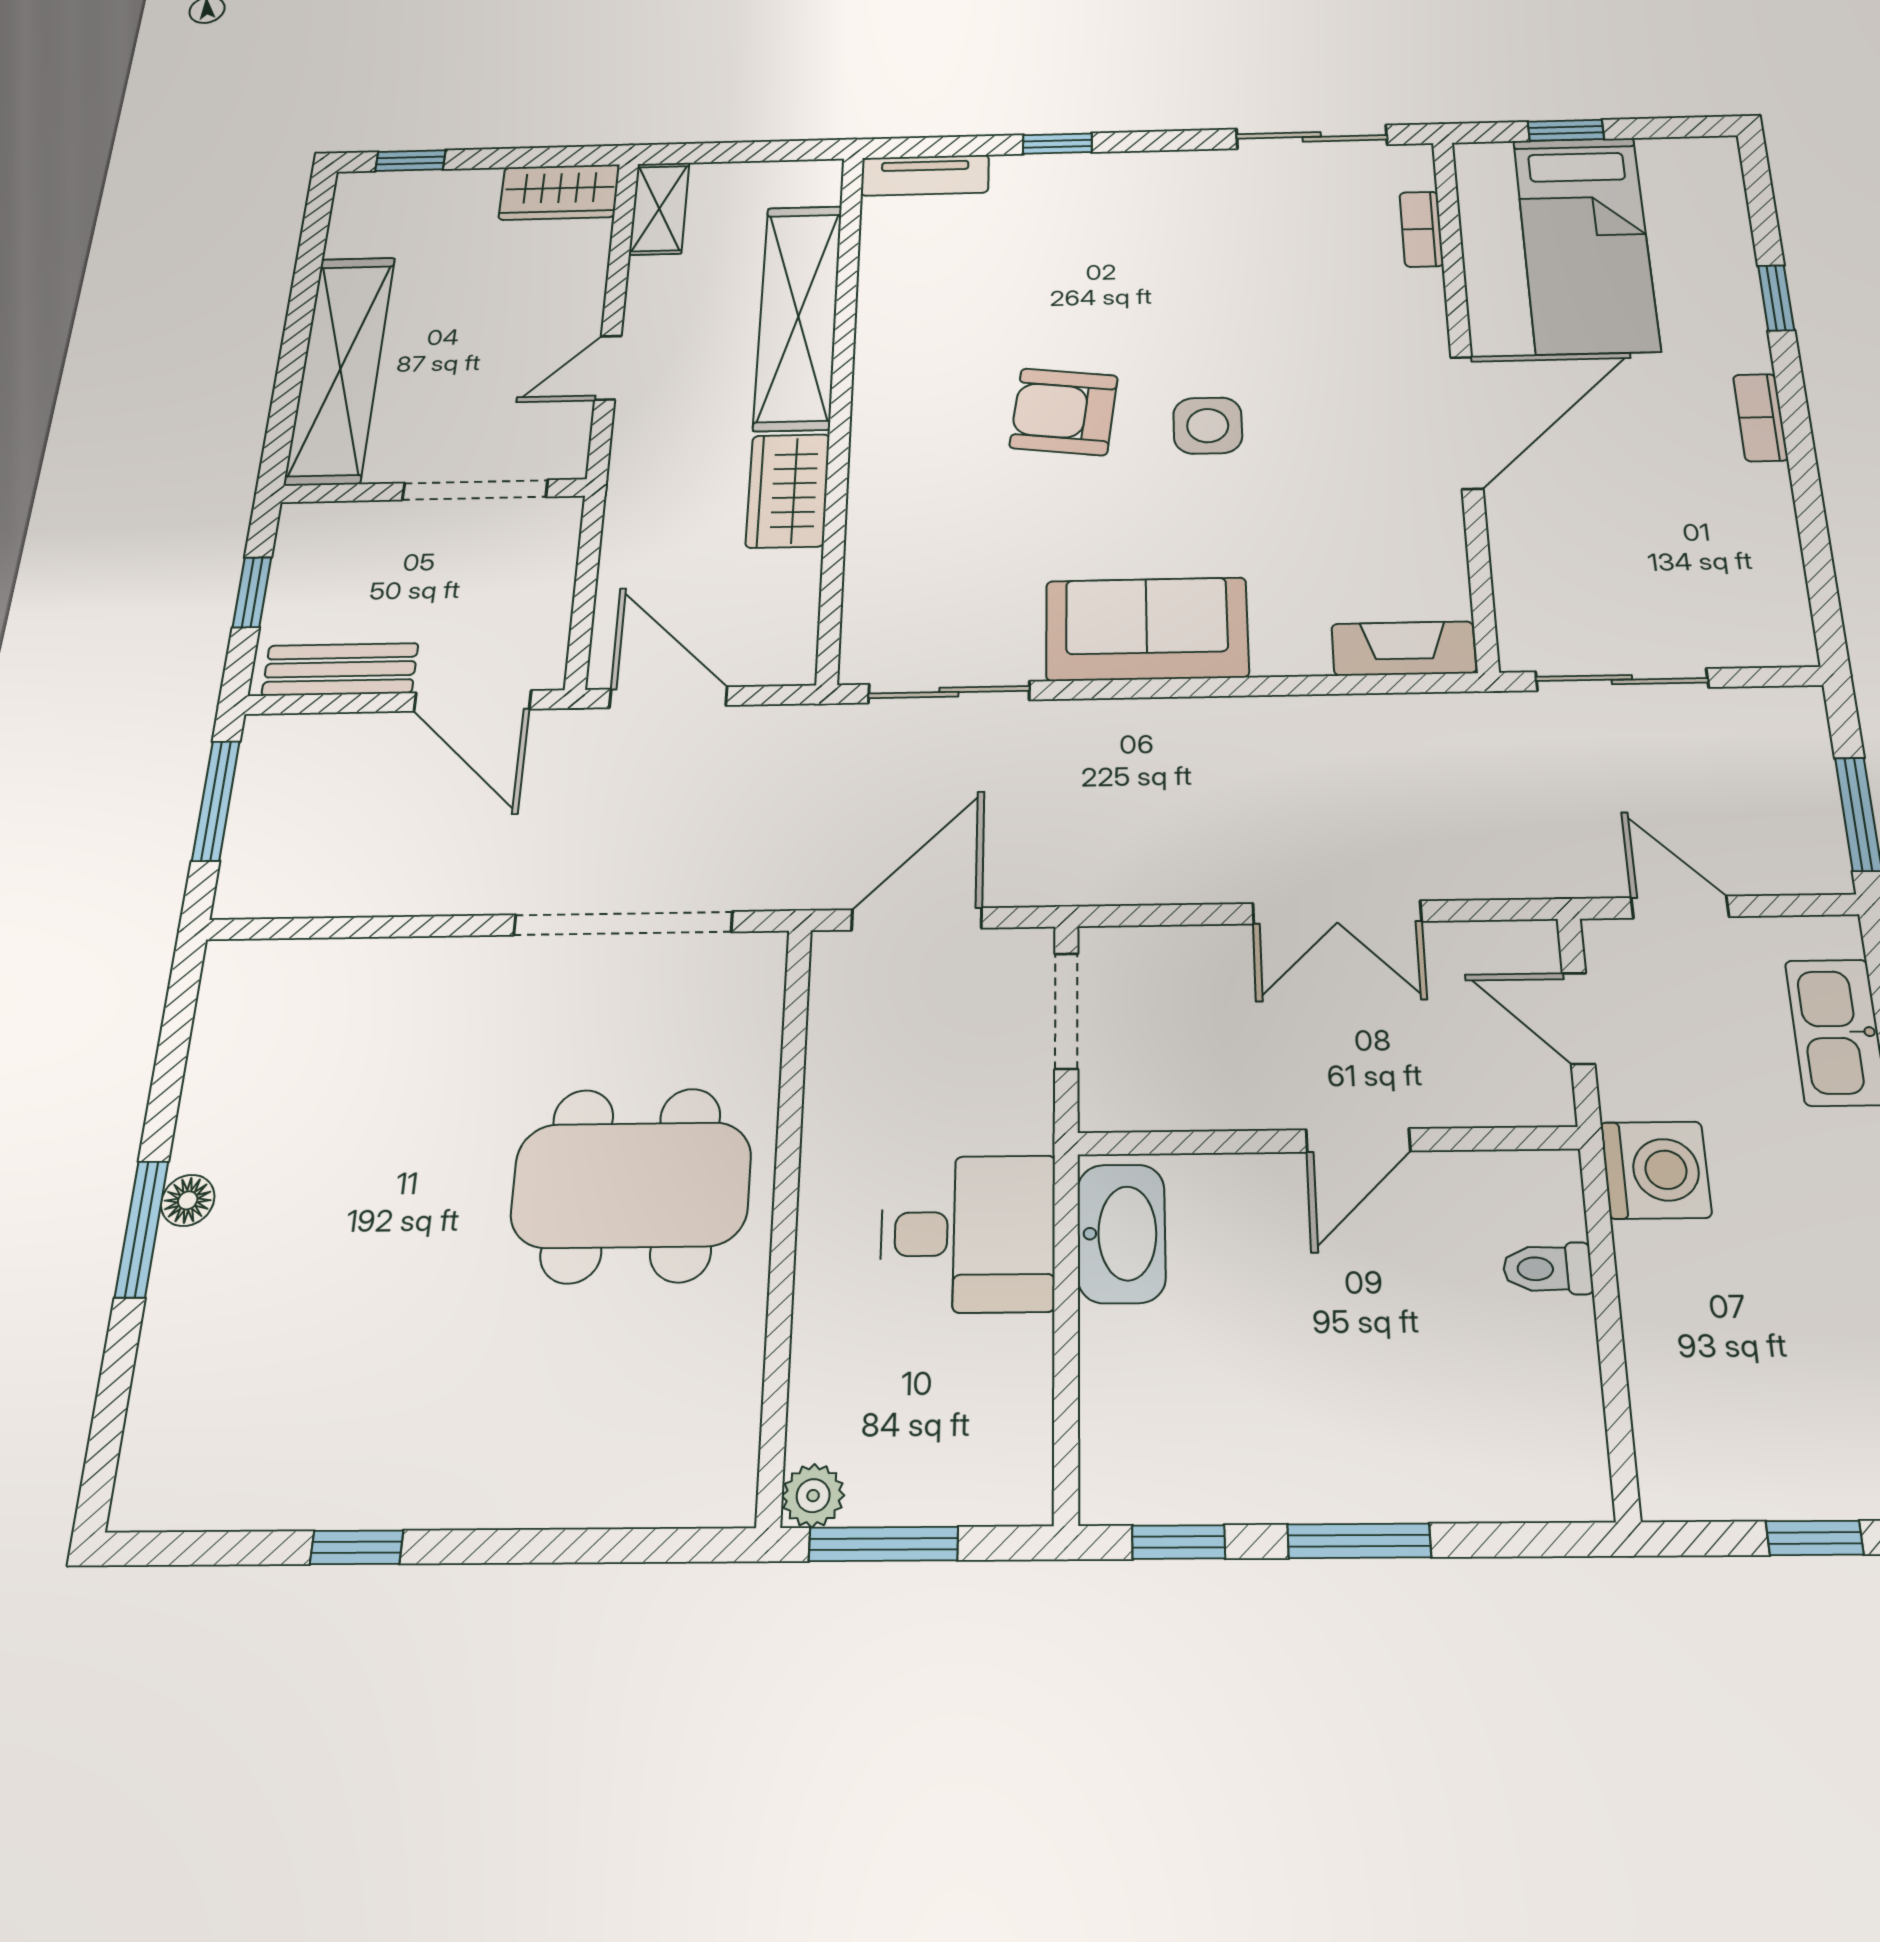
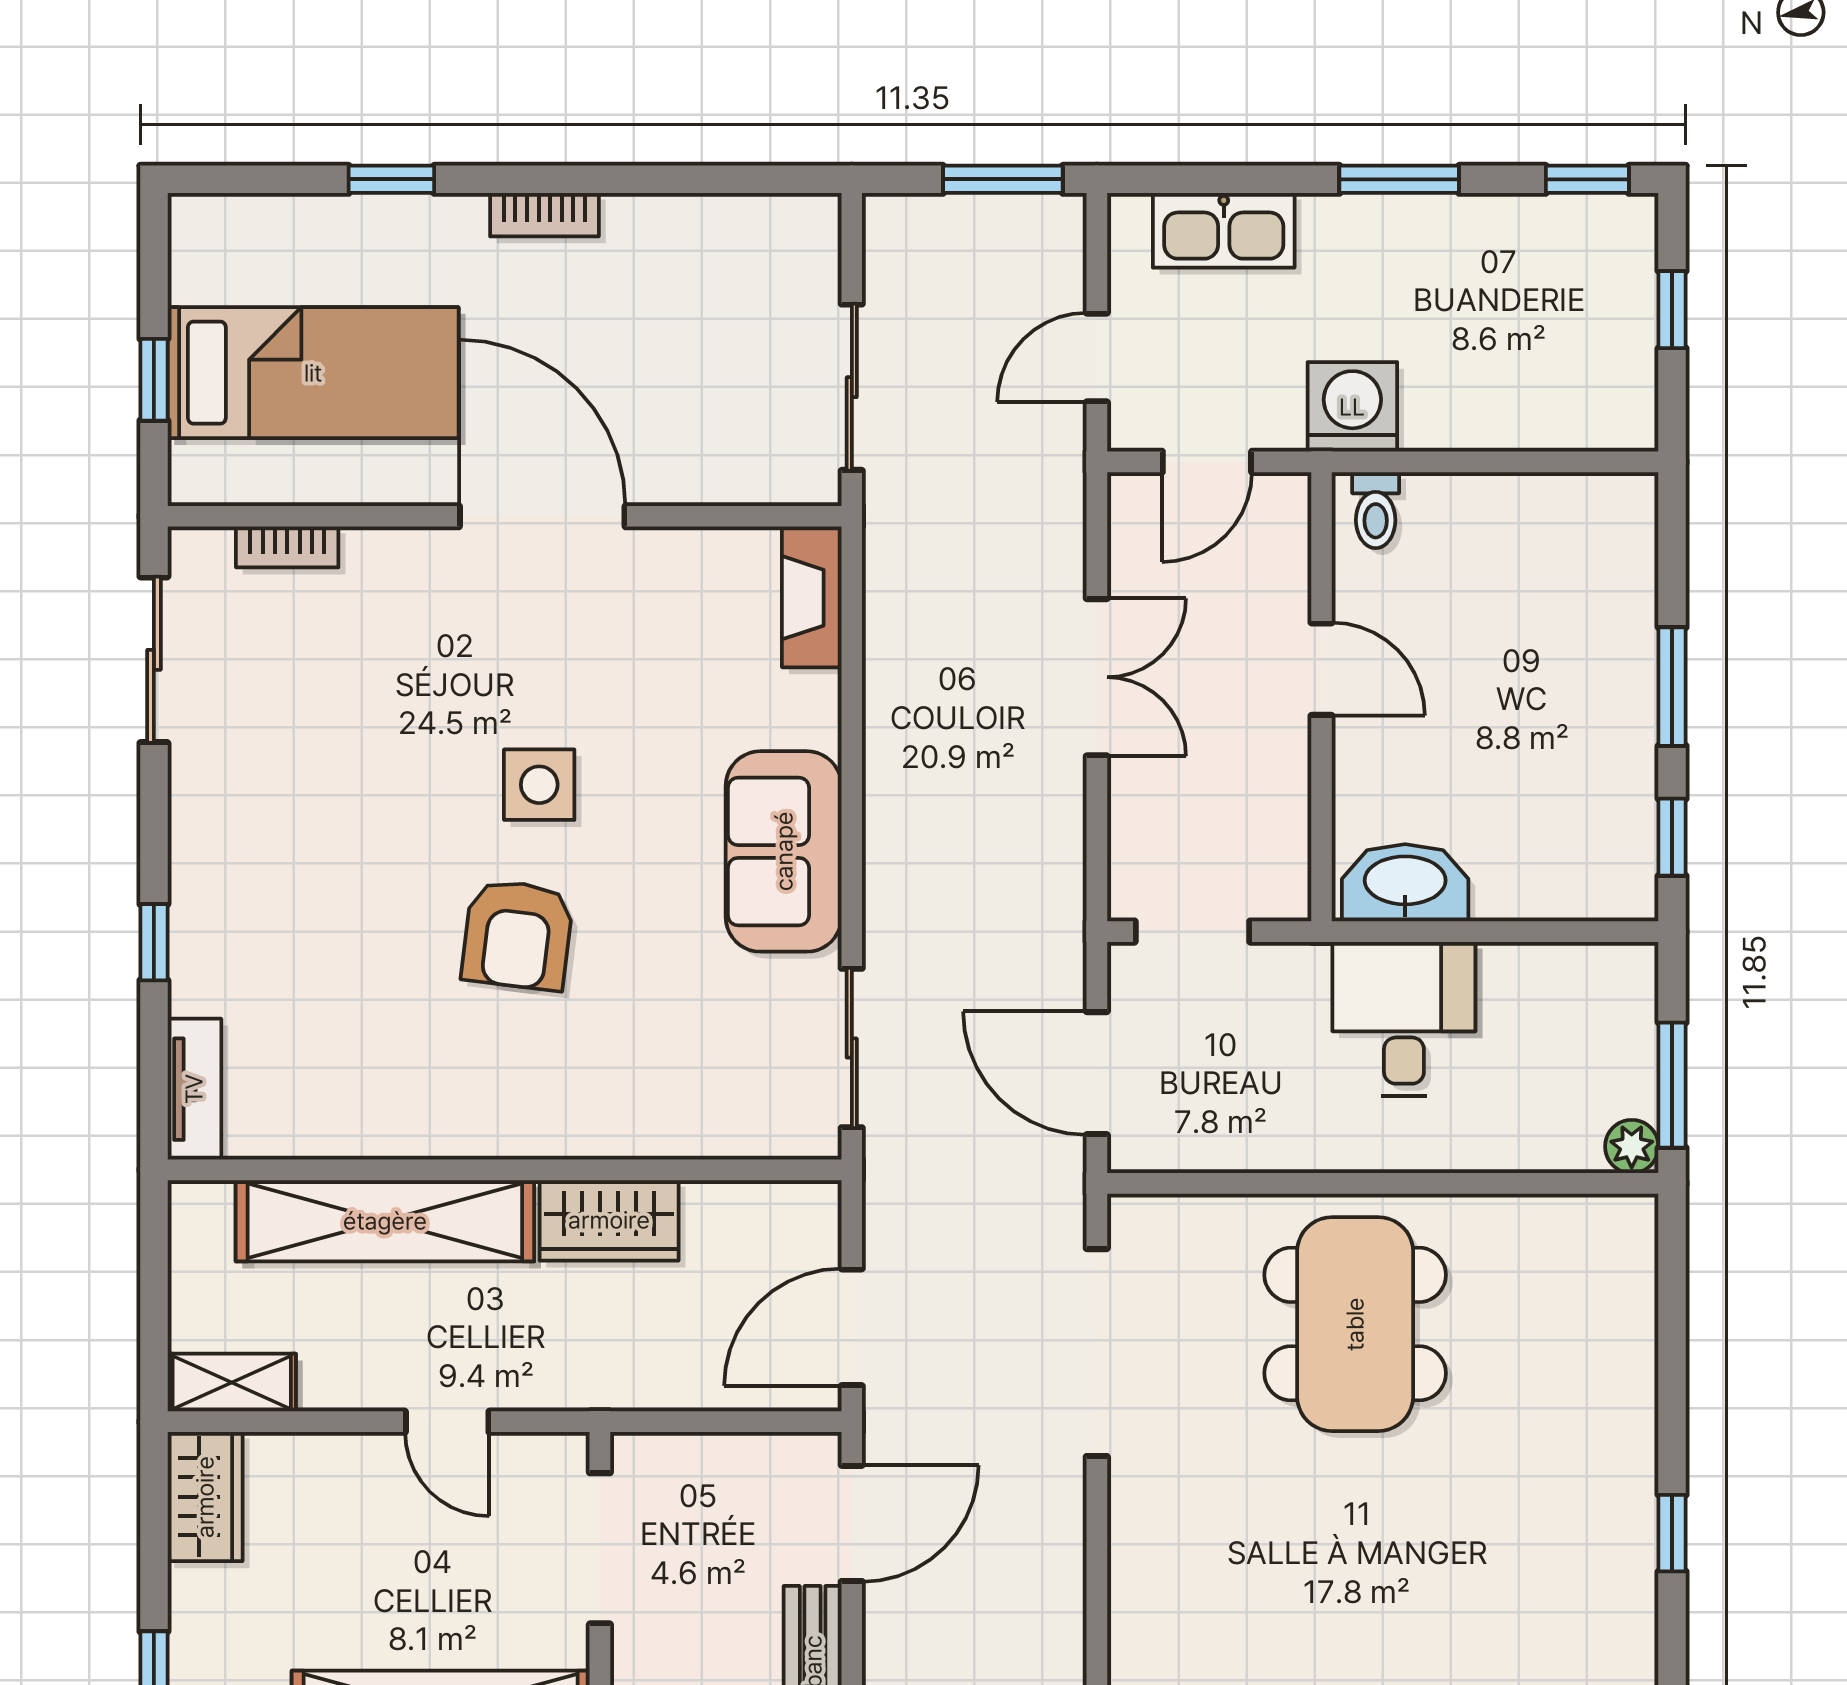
toilet: (1548, 1269) -> (1376, 510), moved

